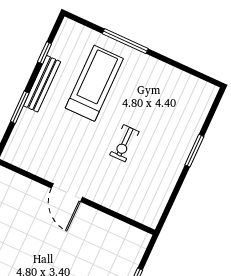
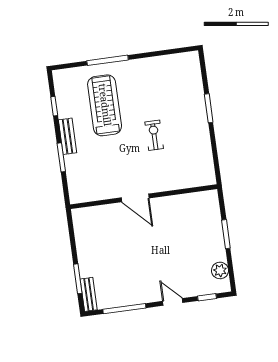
bench: (42, 84) -> (67, 136), width x0.73
exercise bike: (124, 143) -> (154, 135), turned 180

